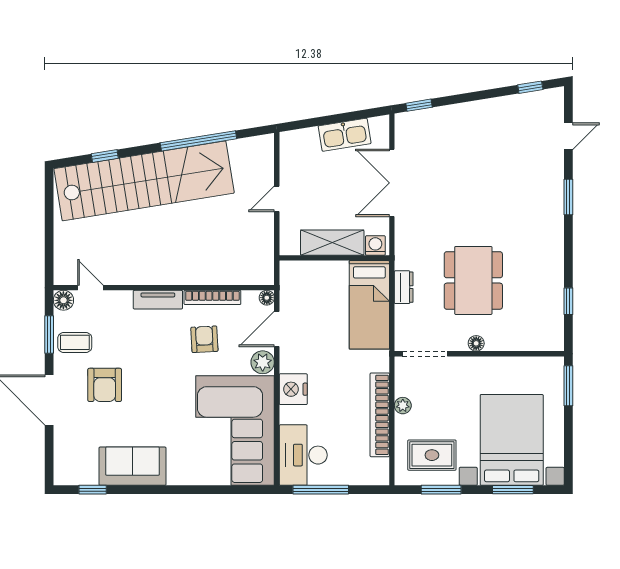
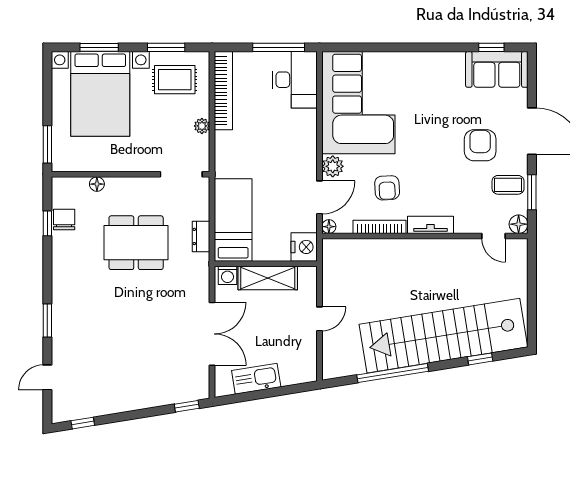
dining table: (473, 280) -> (136, 243), turned 90
chair: (550, 305) -> (64, 220), added
floor lamp: (476, 343) -> (97, 184), moved
nightstand: (293, 389) -> (304, 247), moved
bookcase: (380, 415) -> (223, 91), moved
sofa: (132, 466) -> (497, 69), moved

